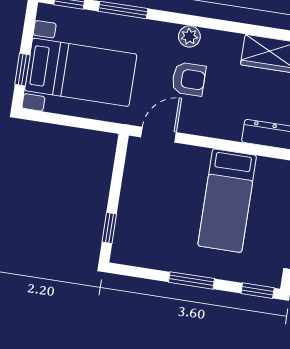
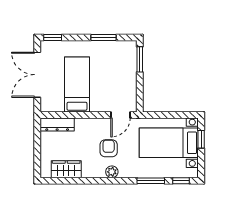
armchair: (189, 79) -> (109, 148), turned 90
window: (109, 228) -> (140, 59), width x1.50
window: (192, 280) -> (103, 37), moved

